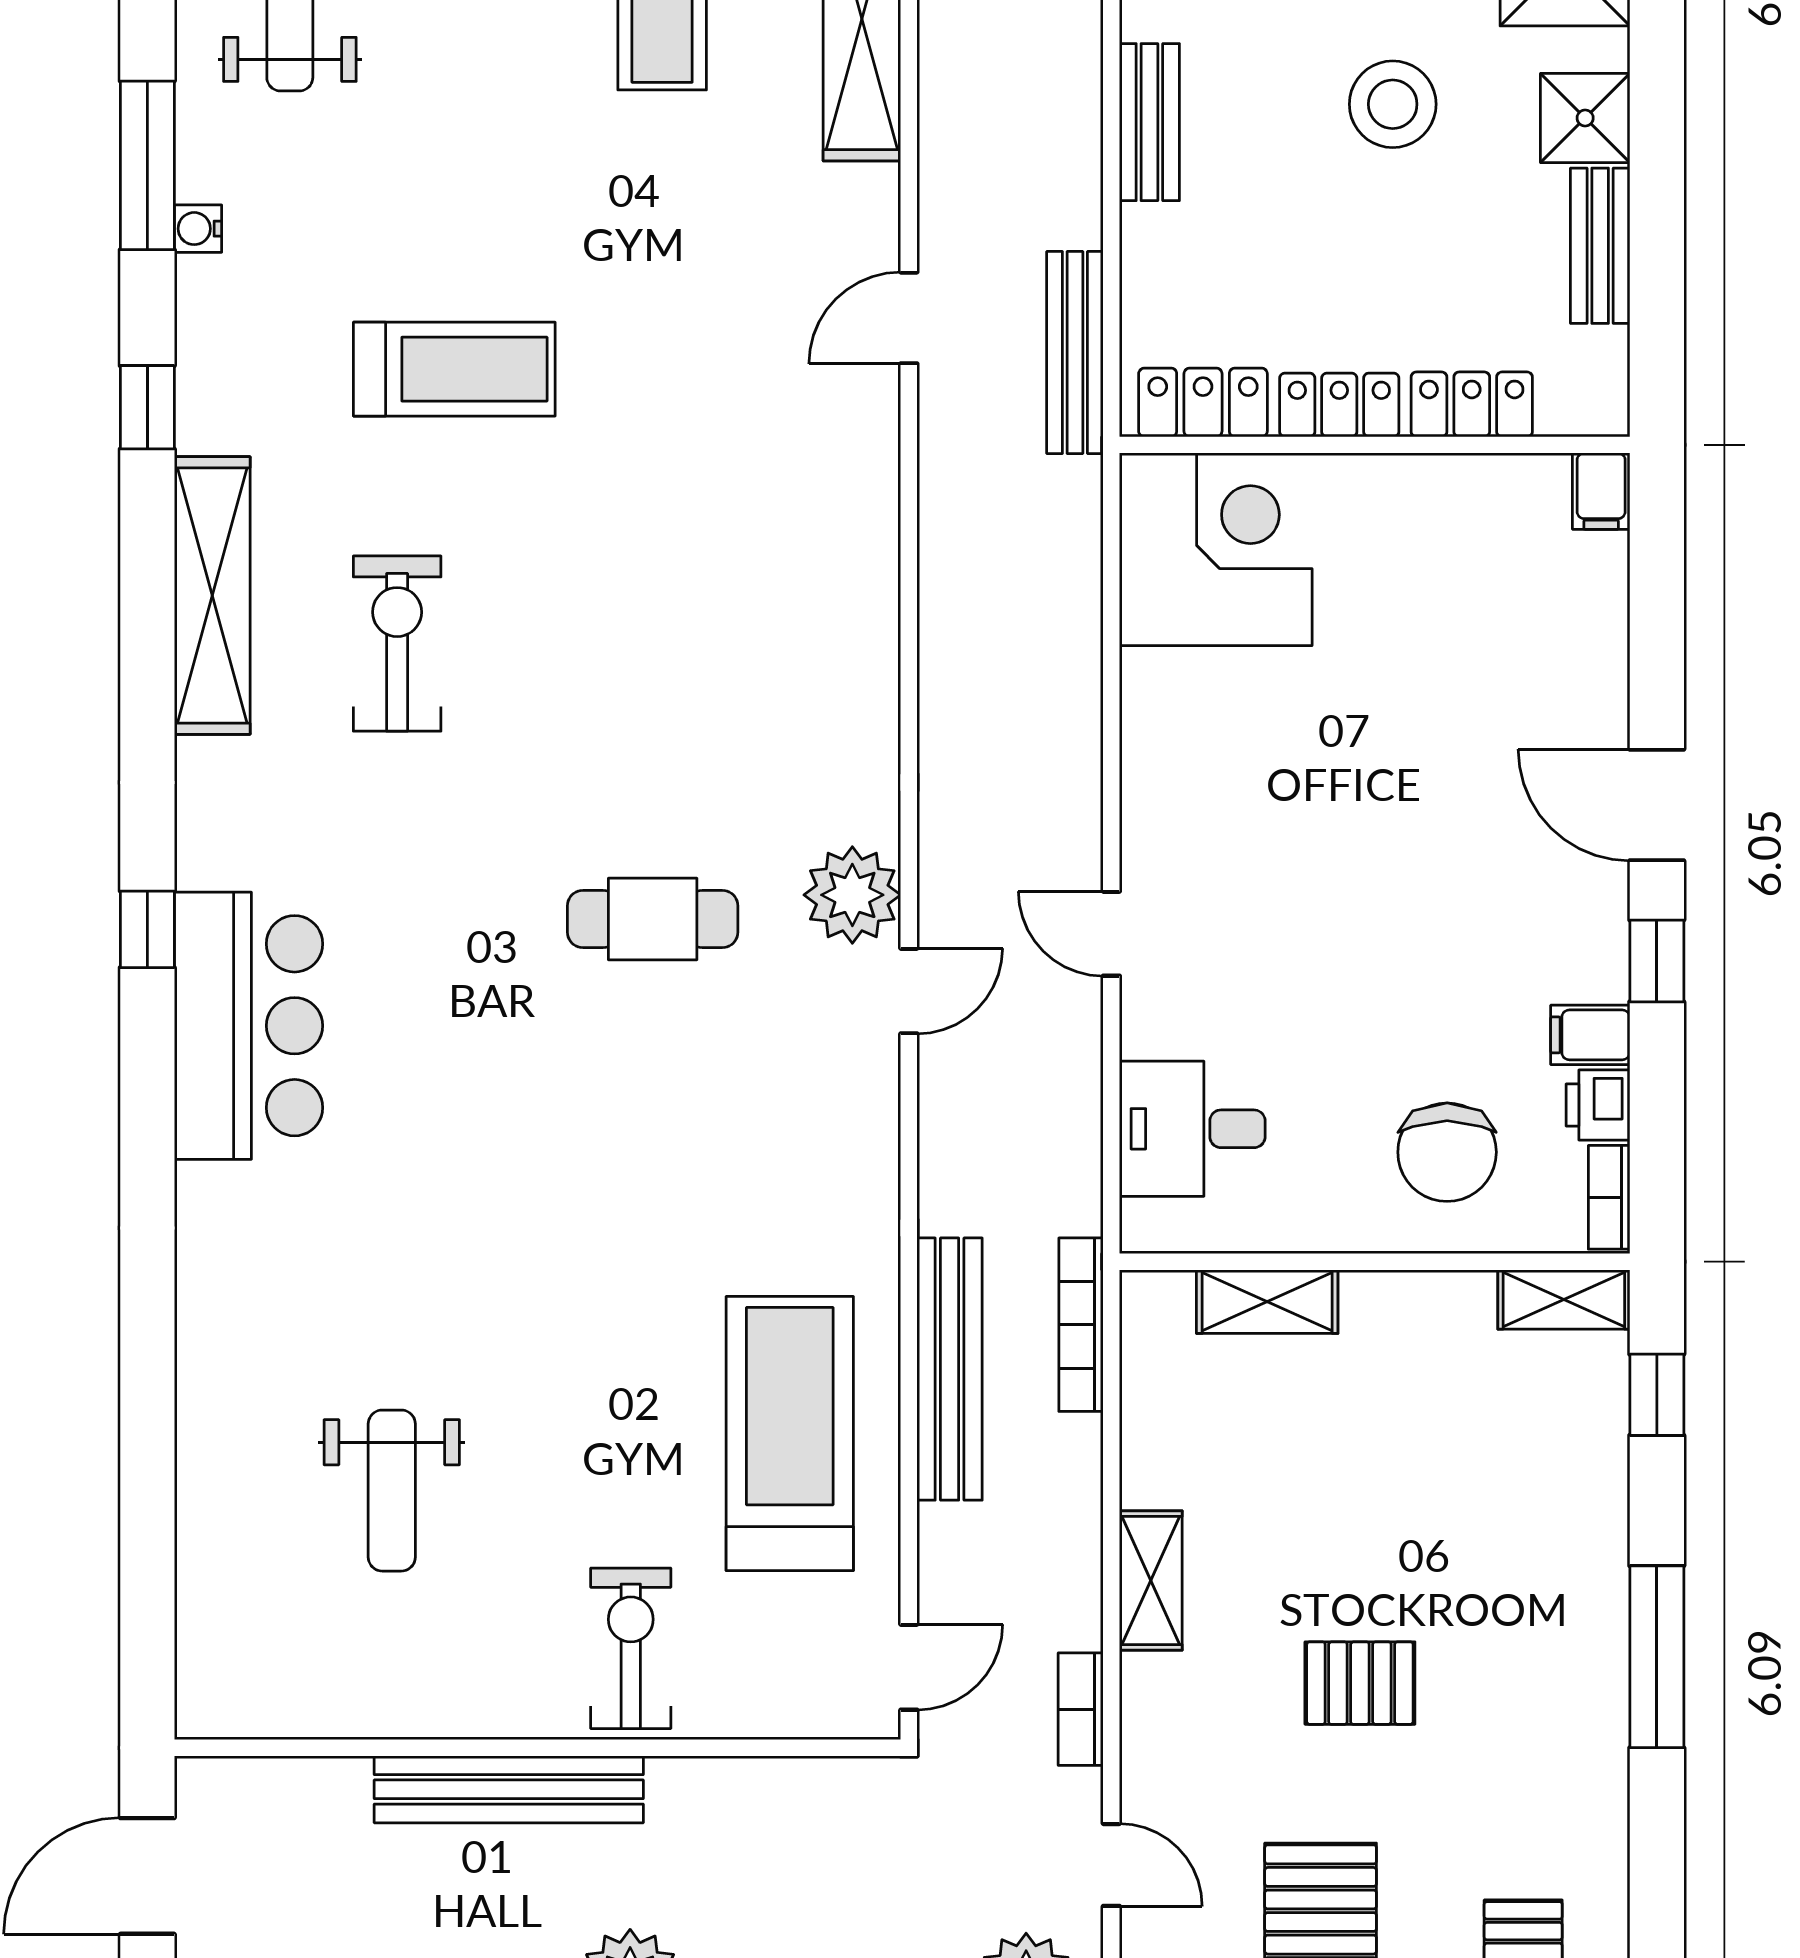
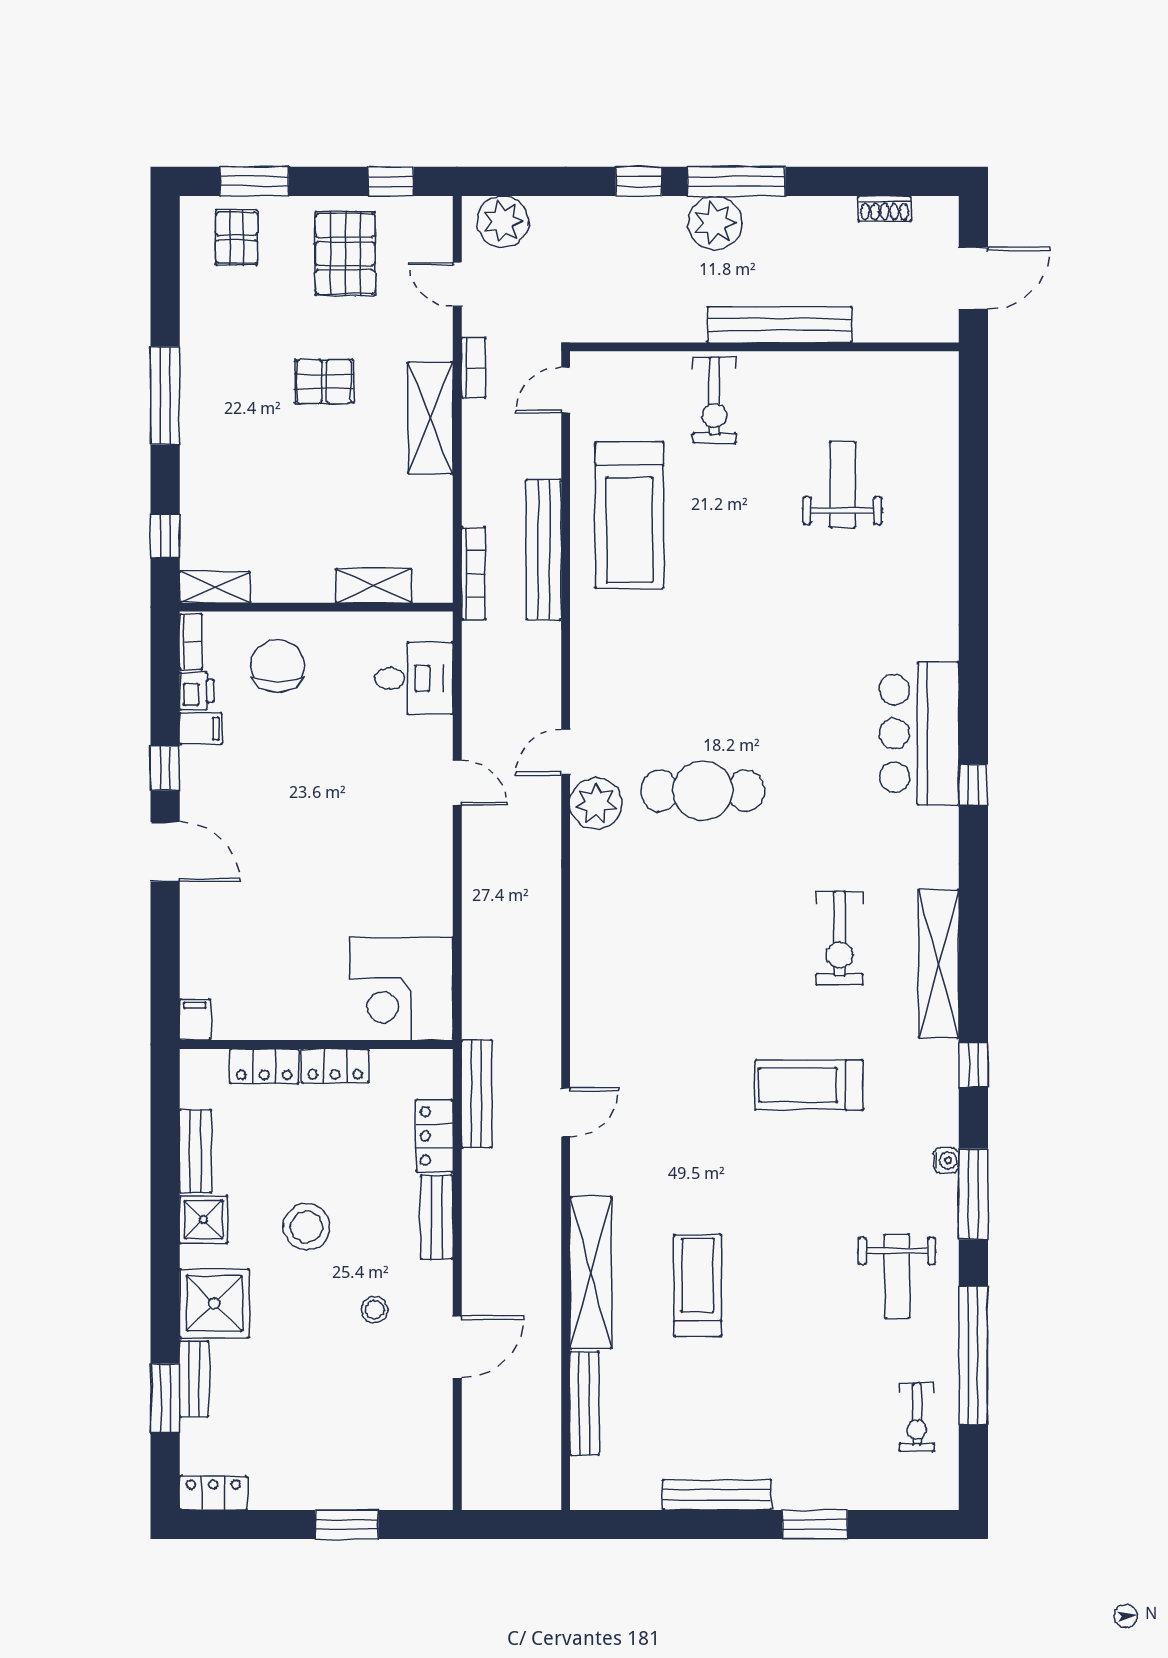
locker: (1203, 402) -> (434, 1136), moved, turned 90
cafe table: (653, 919) -> (703, 791), width x1.37, depth x1.35
shelving: (1151, 1580) -> (430, 418), width x1.50, depth x1.33

